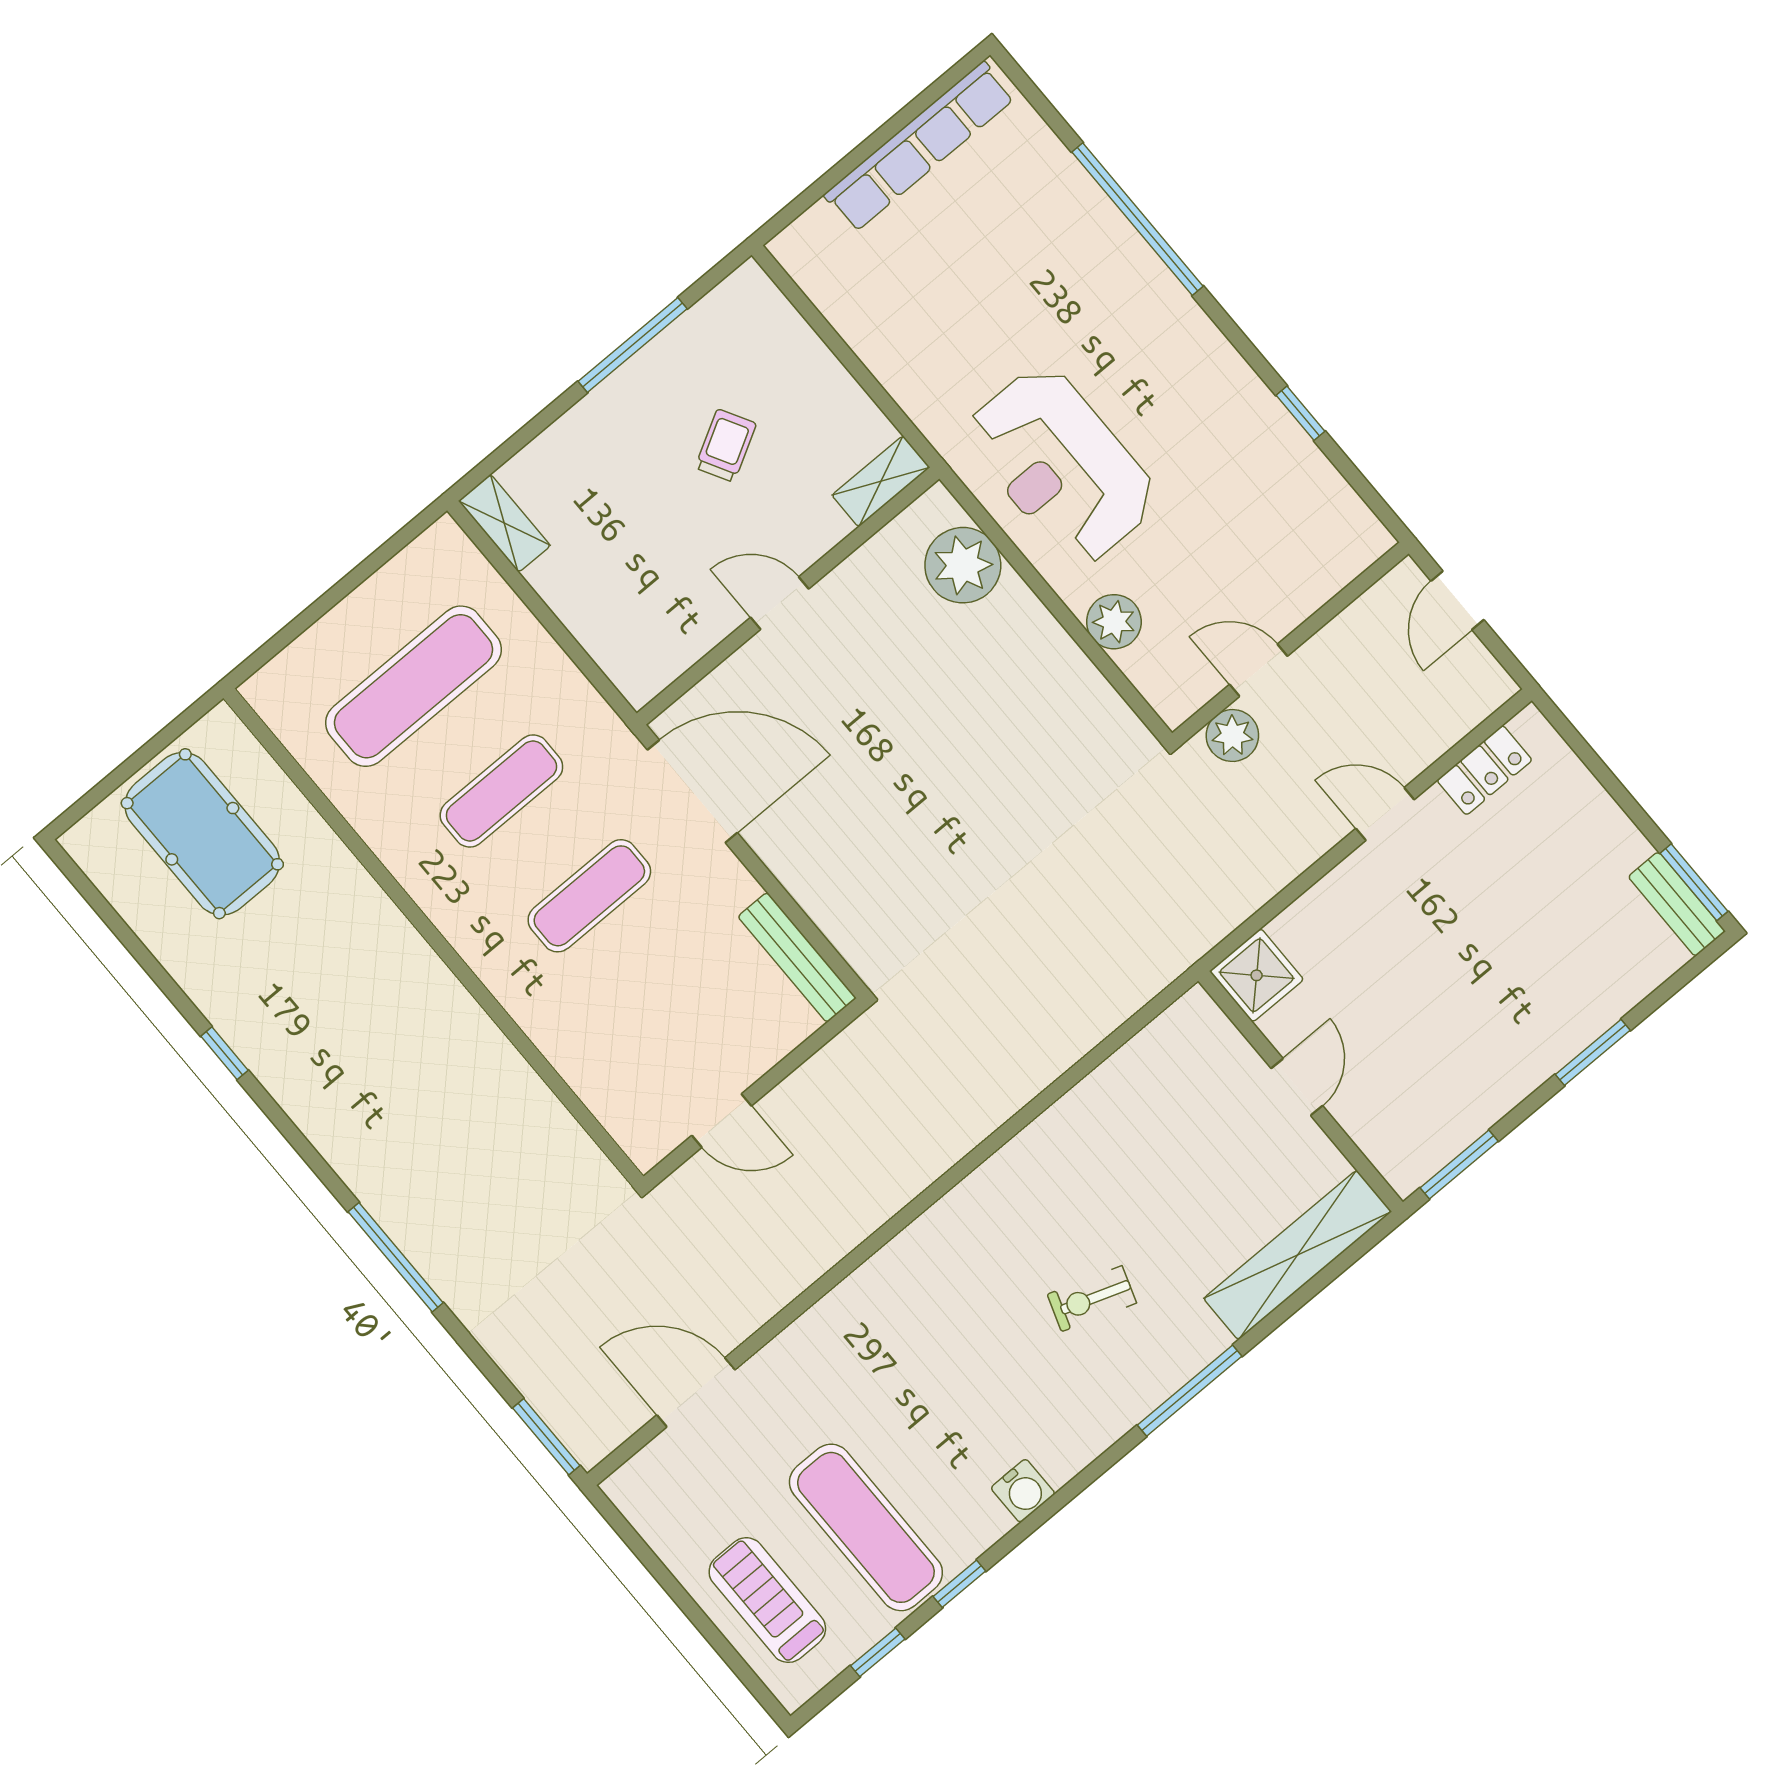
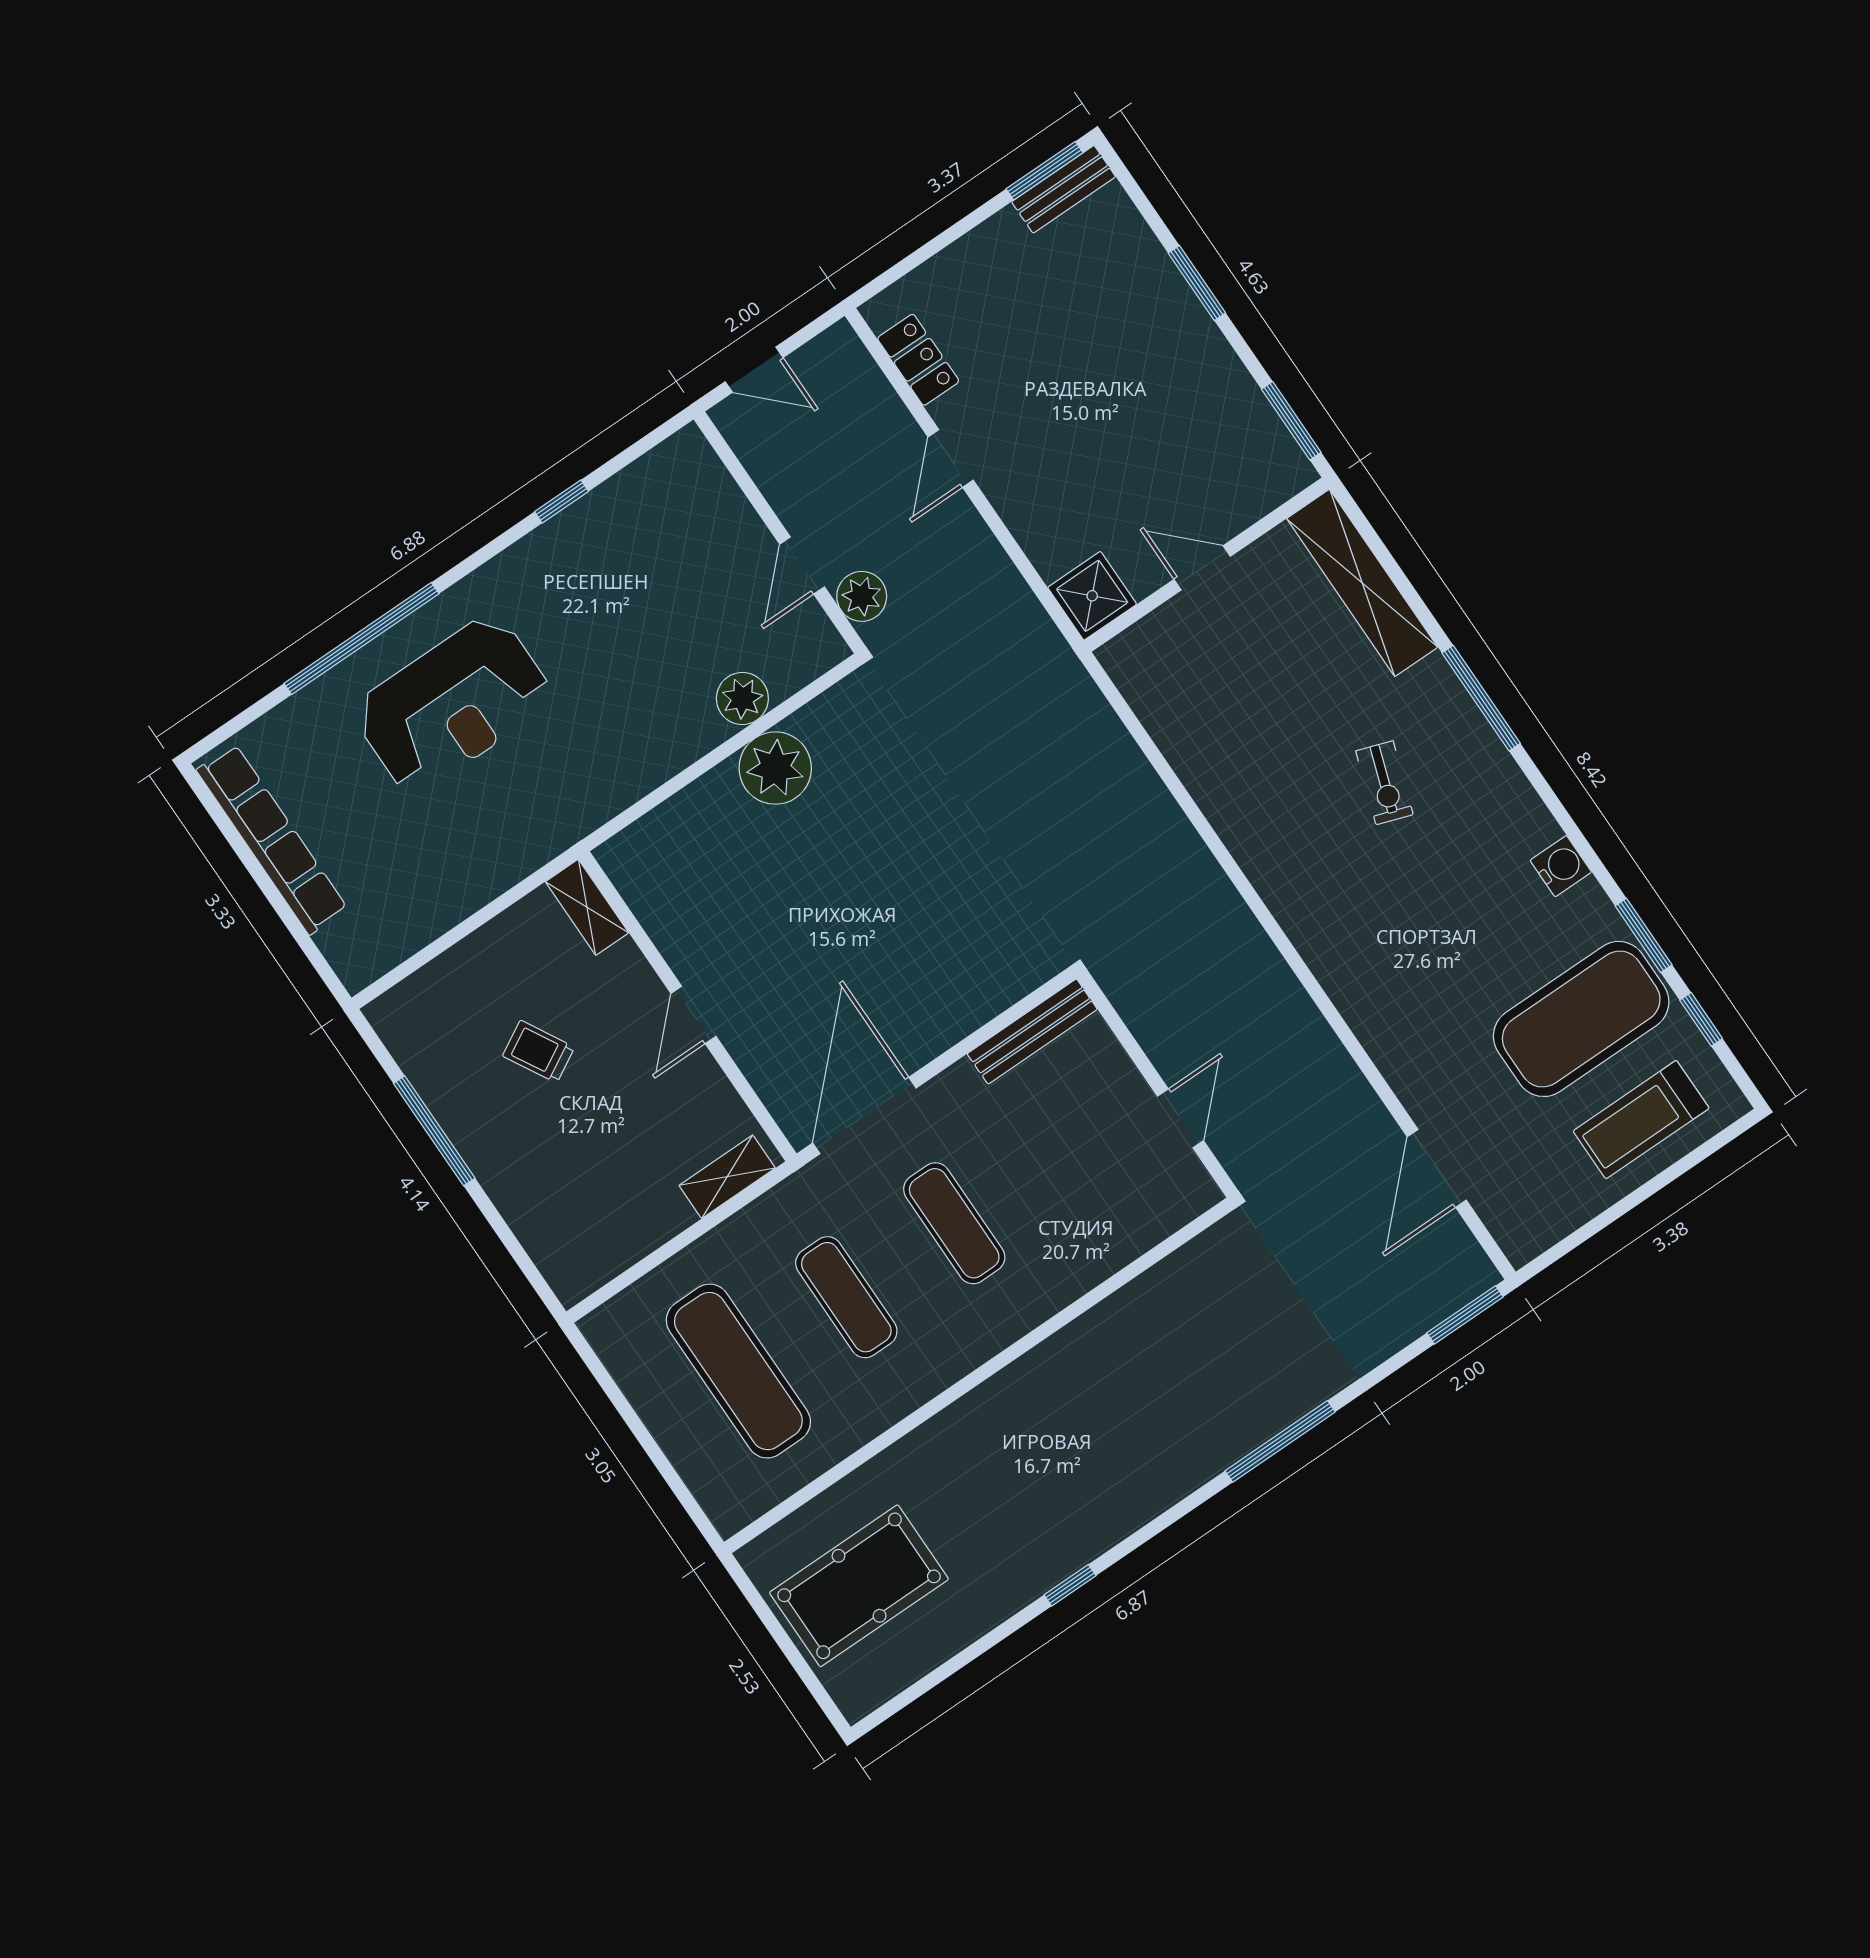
reception desk: (1061, 466) -> (453, 704), moved
shelving: (504, 523) -> (727, 1177), moved
plant: (963, 565) -> (775, 768), moved
exercise mat: (866, 1527) -> (1581, 1019), width x1.47
window: (959, 1584) -> (1644, 935), width x1.50

